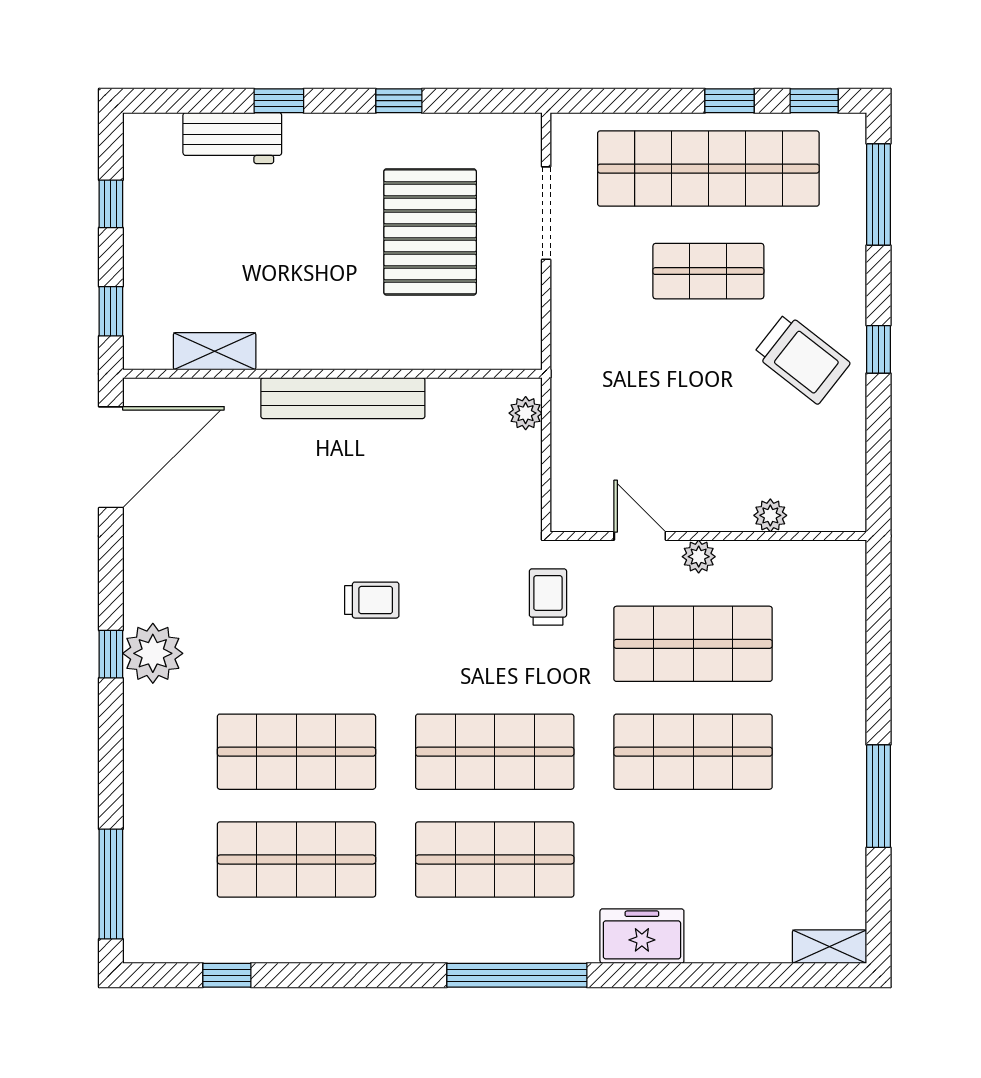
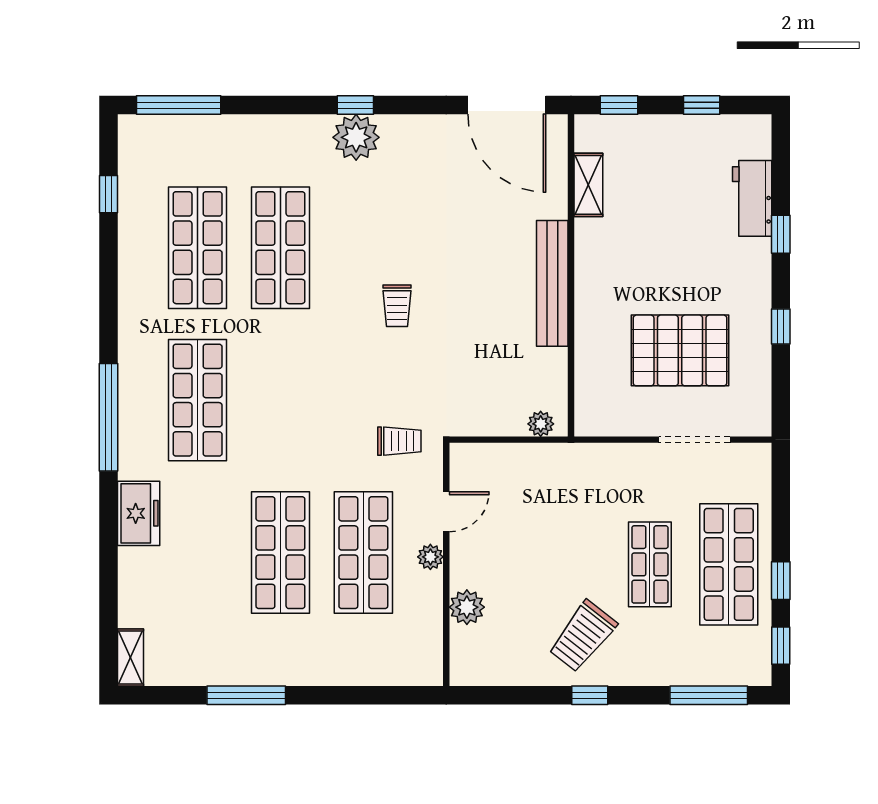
shop shelf: (708, 169) -> (729, 564), width x0.71
plant: (770, 515) -> (467, 607), width x1.38, depth x1.38
shop shelf: (495, 752) -> (280, 400), removed

